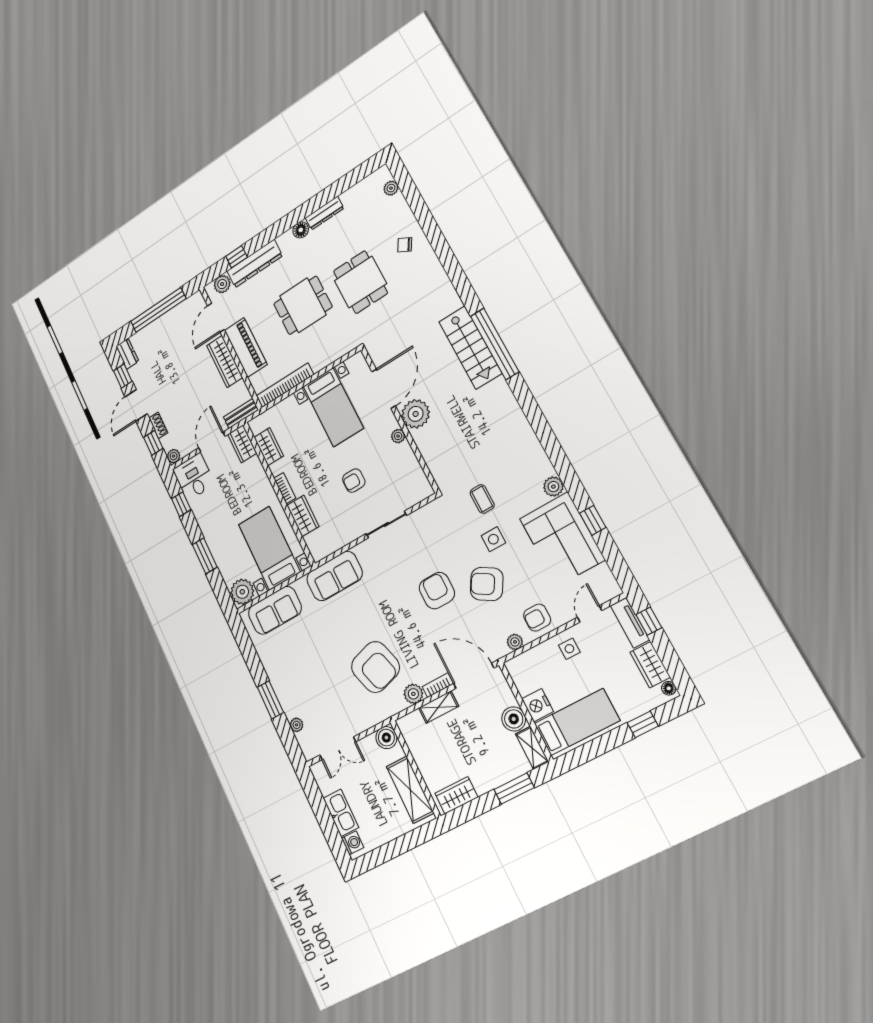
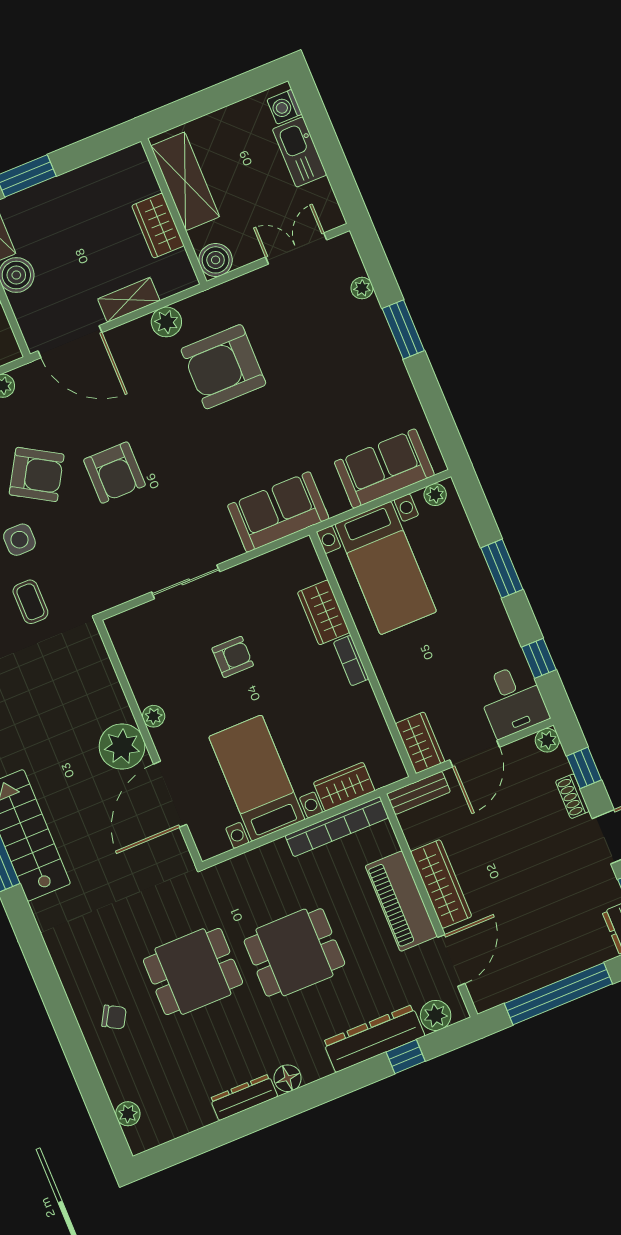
dining table: (360, 282) -> (193, 972), turned 90
wardrobe: (269, 447) -> (344, 787), moved, turned 90
plant: (242, 592) -> (435, 495), width x0.53, depth x0.53
armchair: (375, 667) -> (223, 367), turned -73
bookcase: (438, 685) -> (127, 332), removed
wardrobe: (456, 795) -> (158, 226), moved, turned 90

